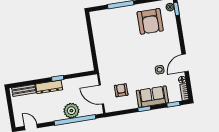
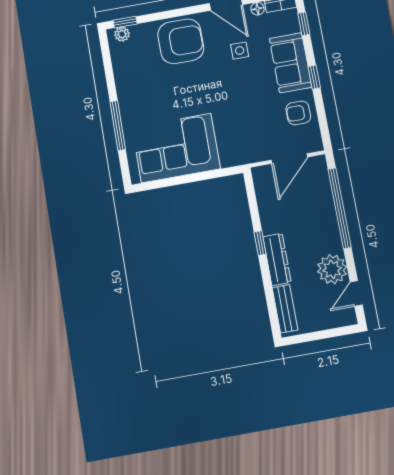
armchair: (150, 21) -> (181, 41), moved
corner sofa: (108, 35) -> (176, 148), added
armchair: (121, 90) -> (298, 113), moved
plant: (71, 111) -> (332, 269), moved

